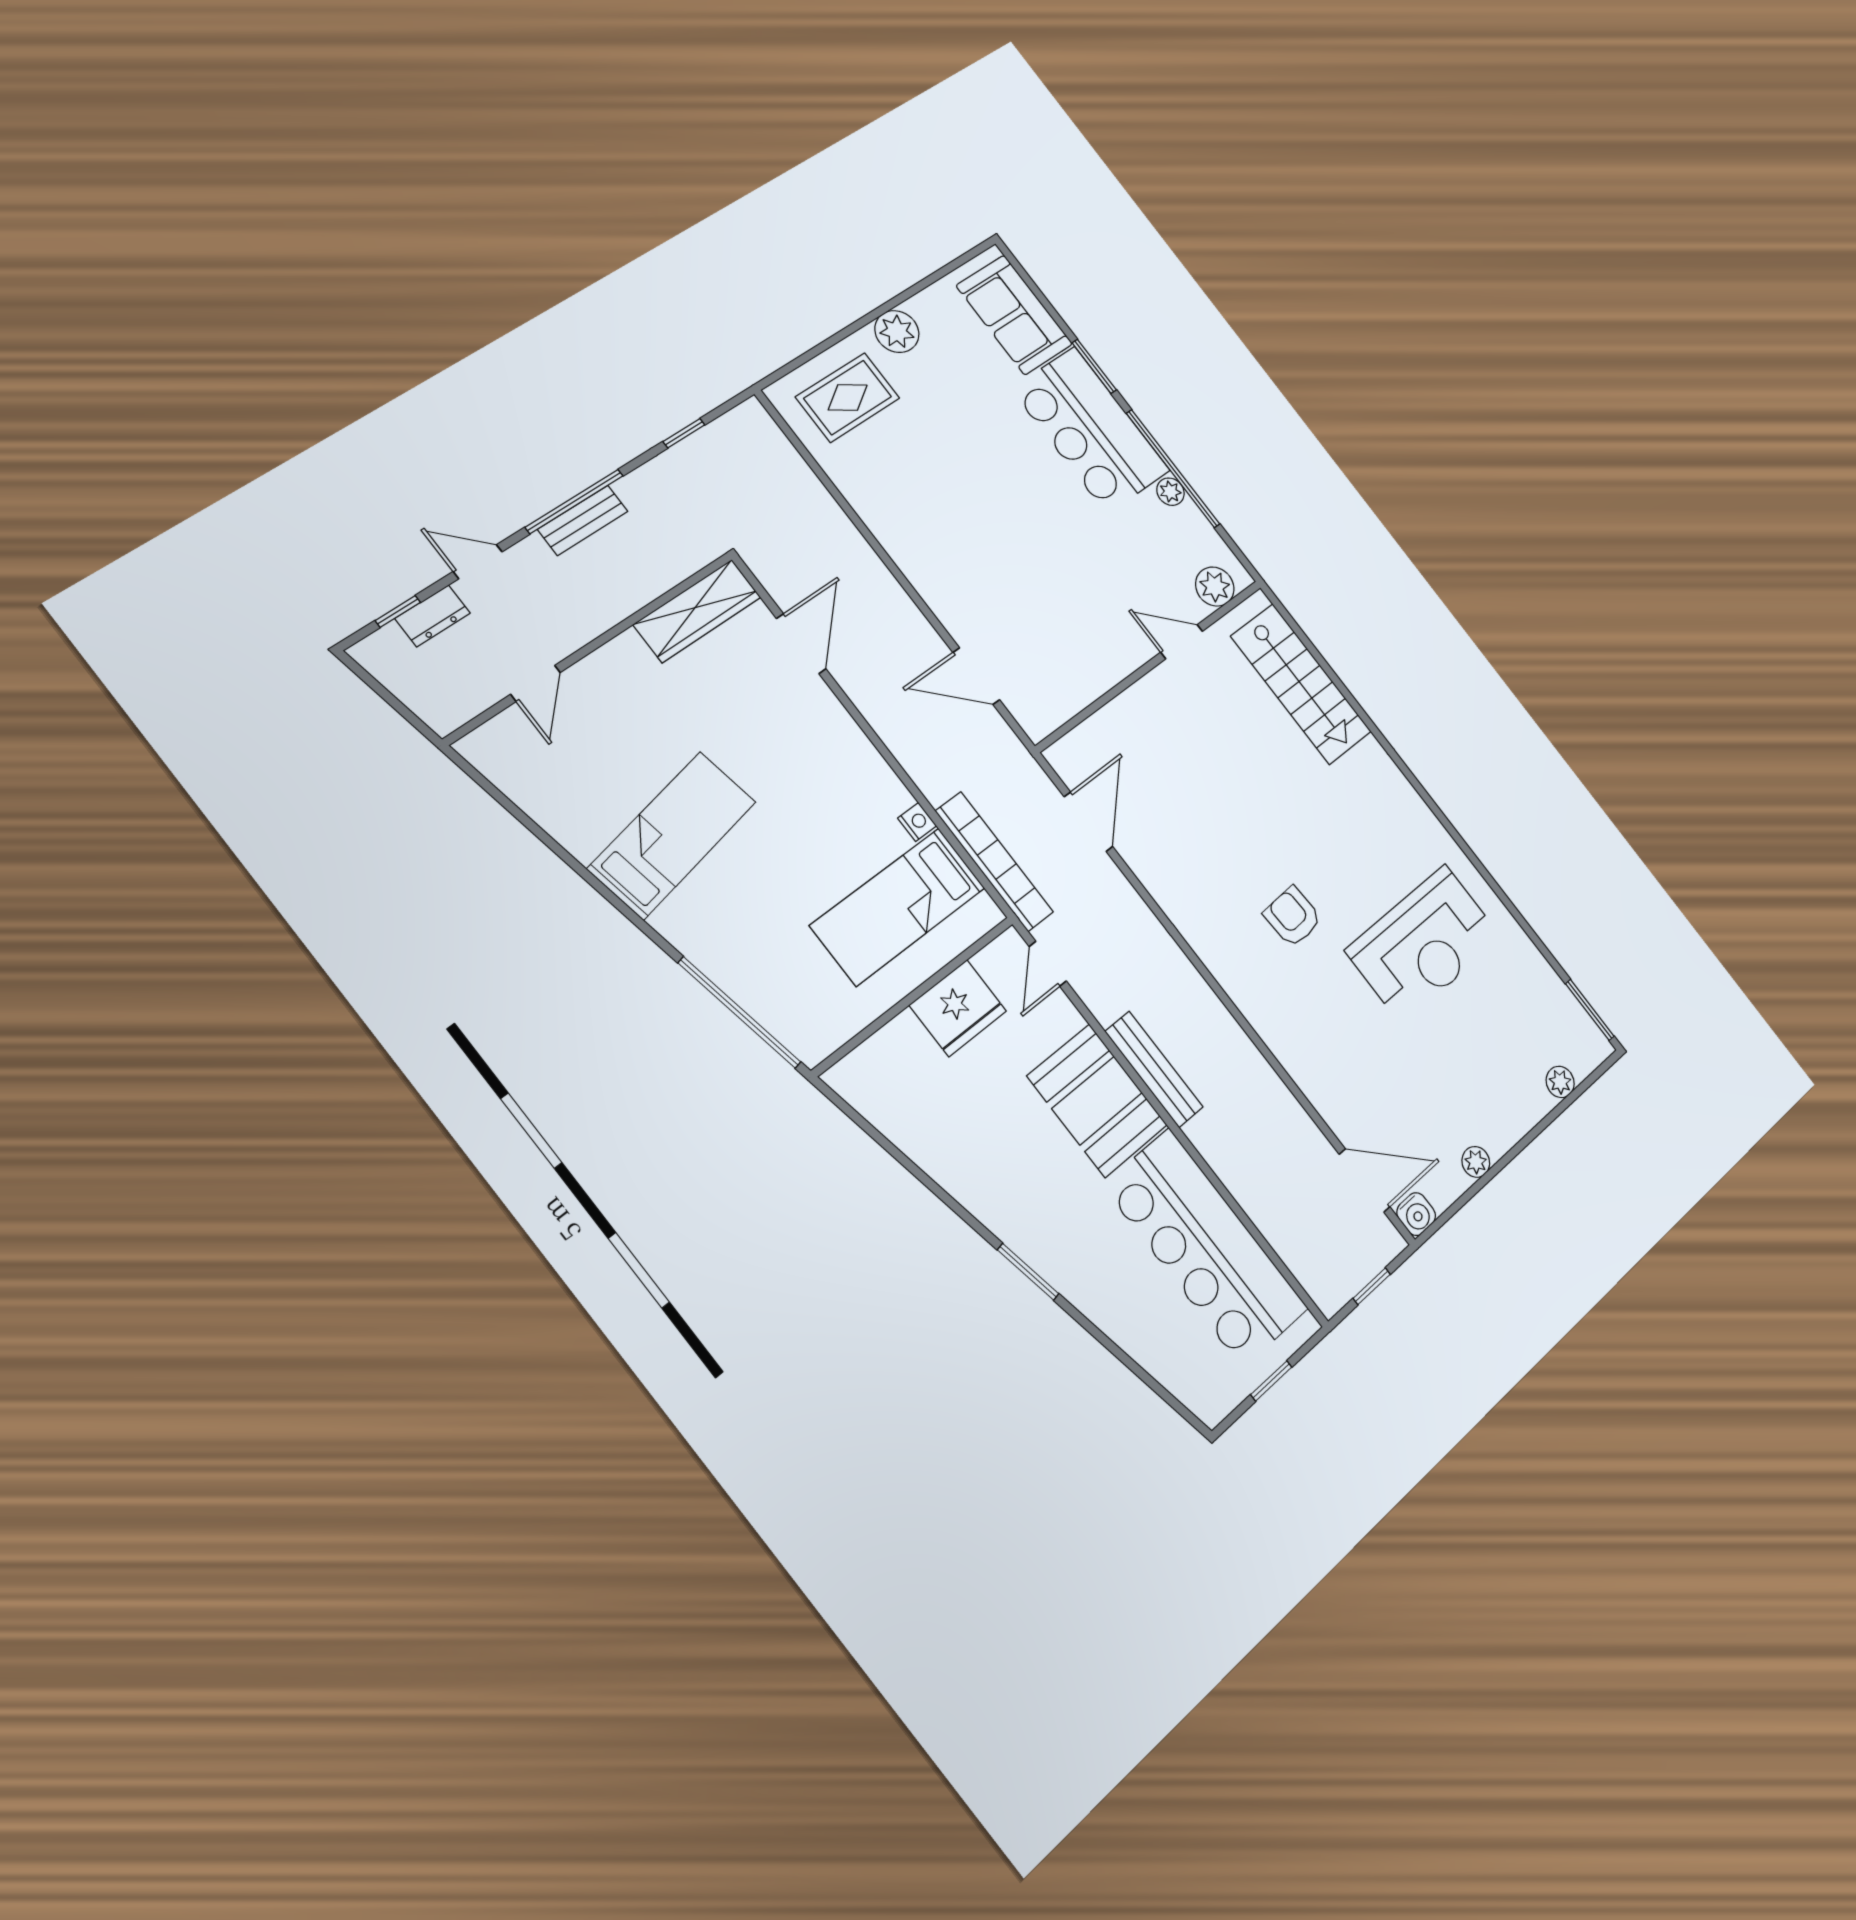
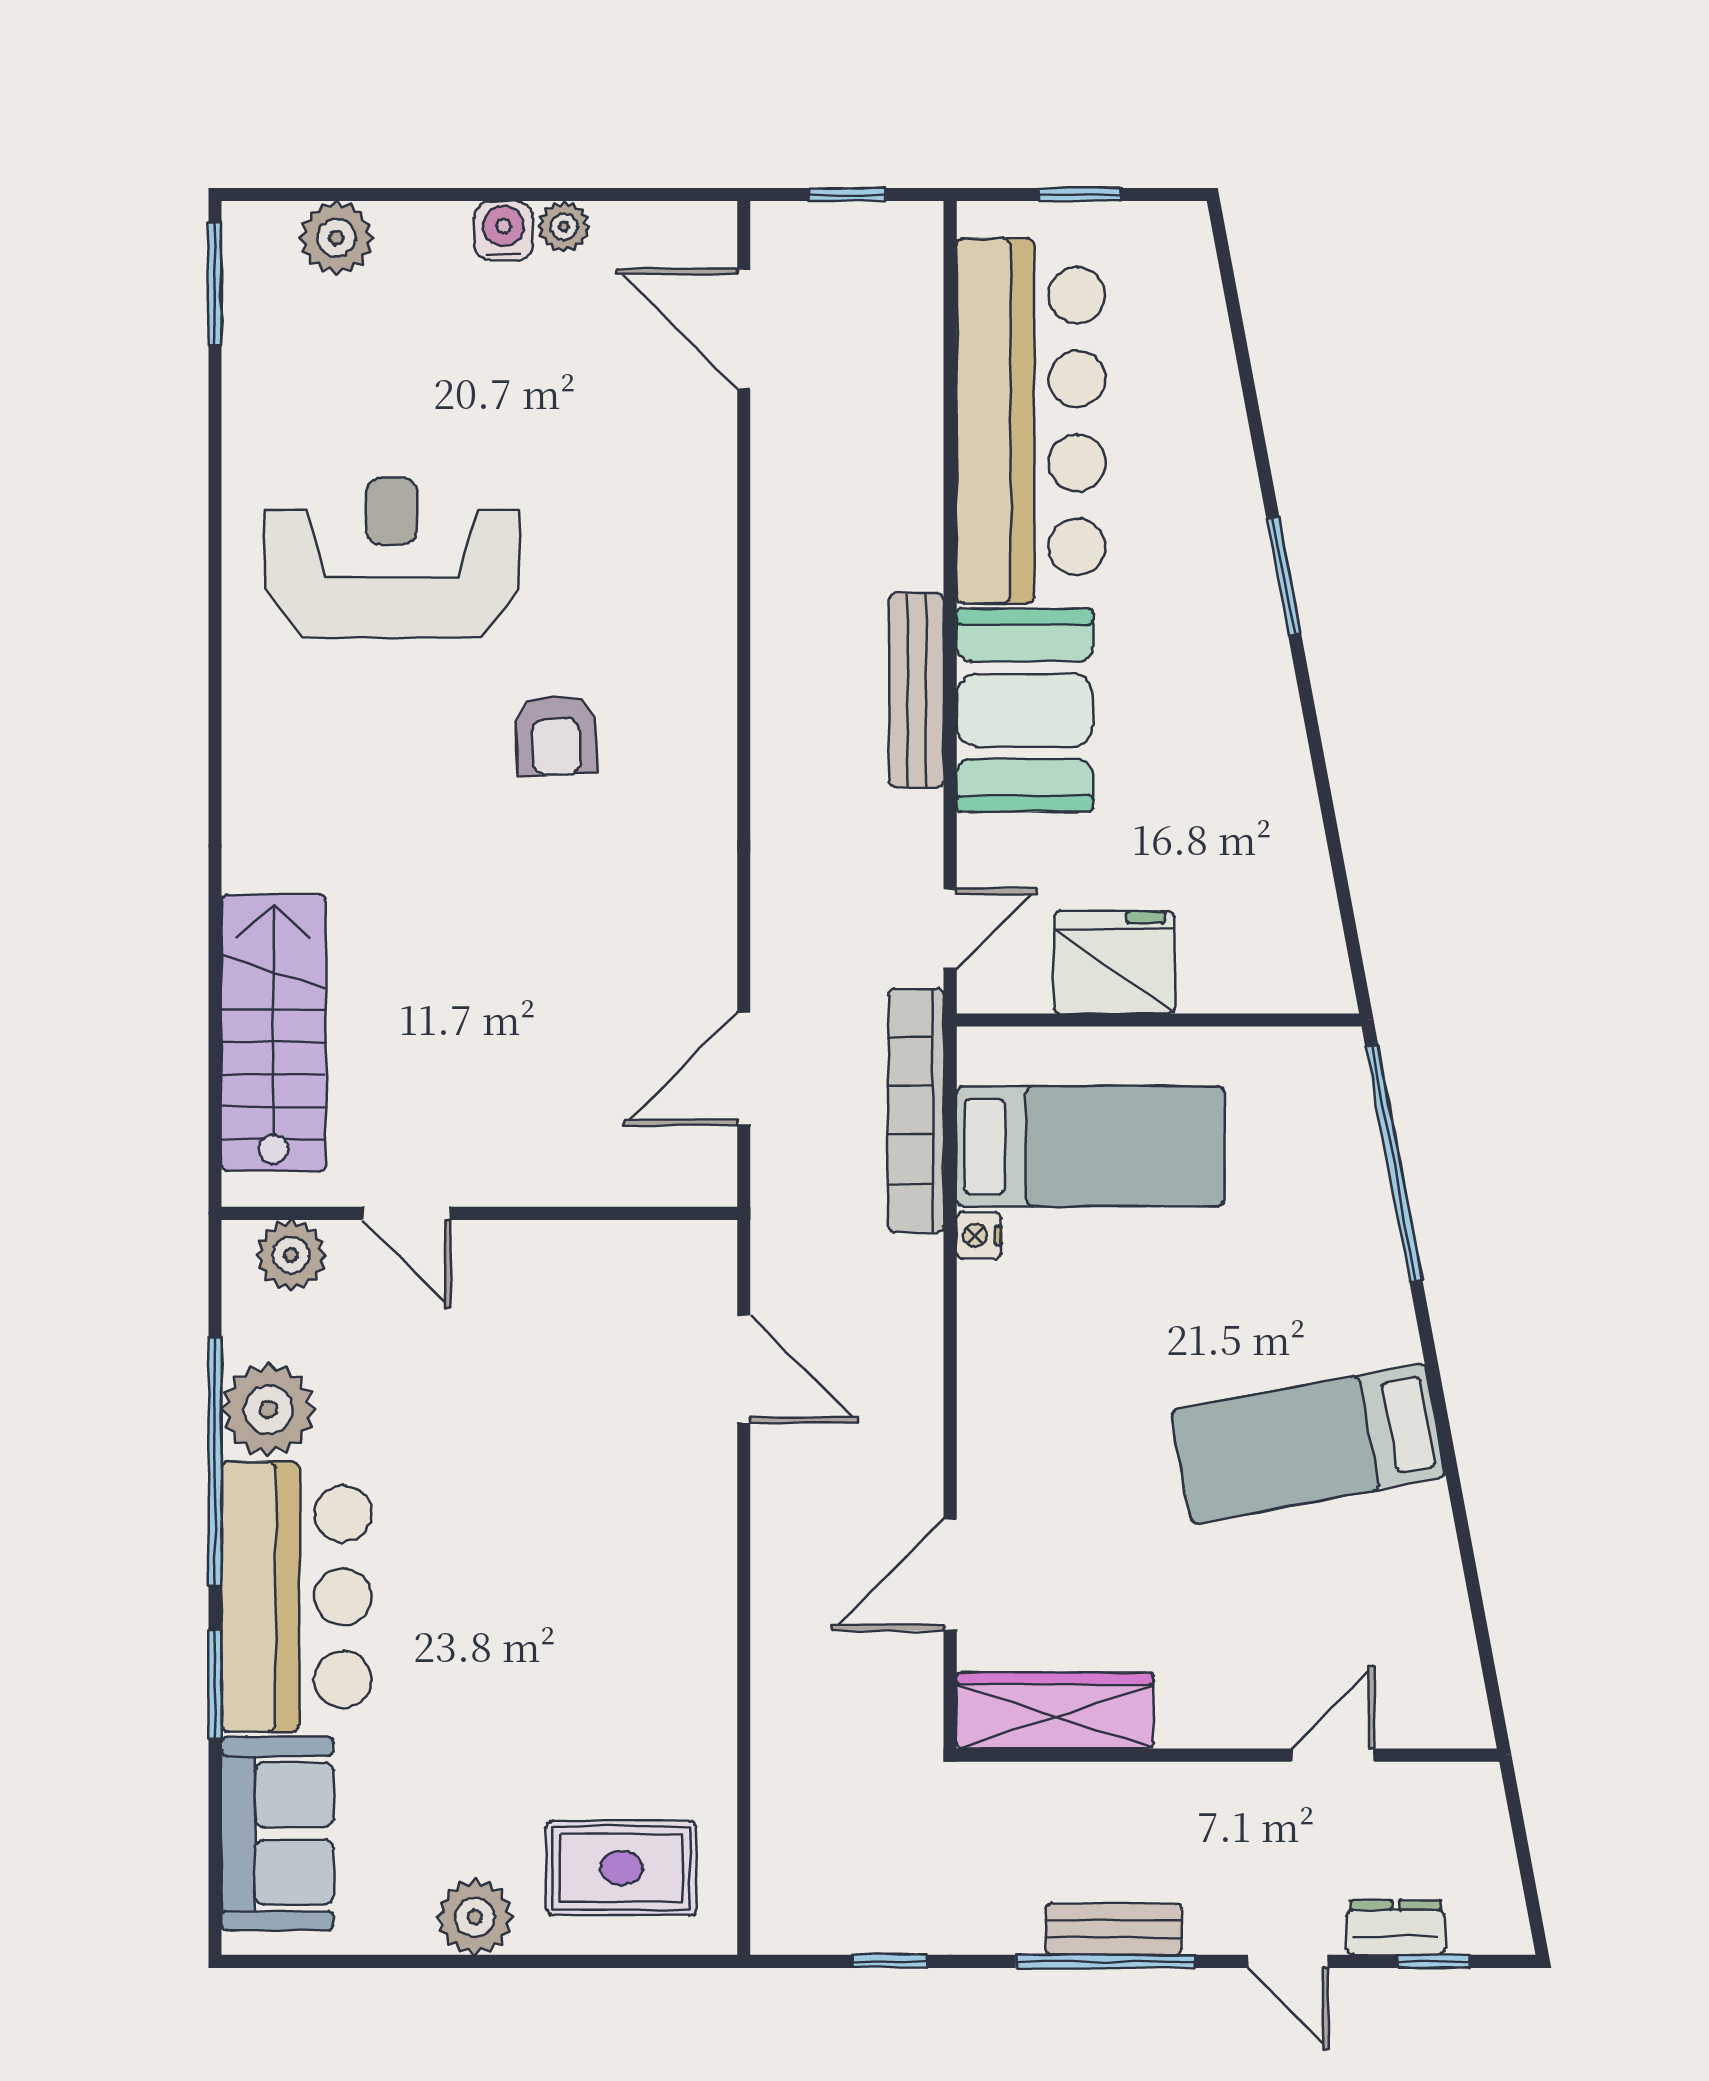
plant: (1170, 492) -> (268, 1410), width x1.88, depth x1.88
plant: (1560, 1082) -> (336, 238), width x1.38, depth x1.38
water cooler: (1416, 1214) -> (504, 231), moved

